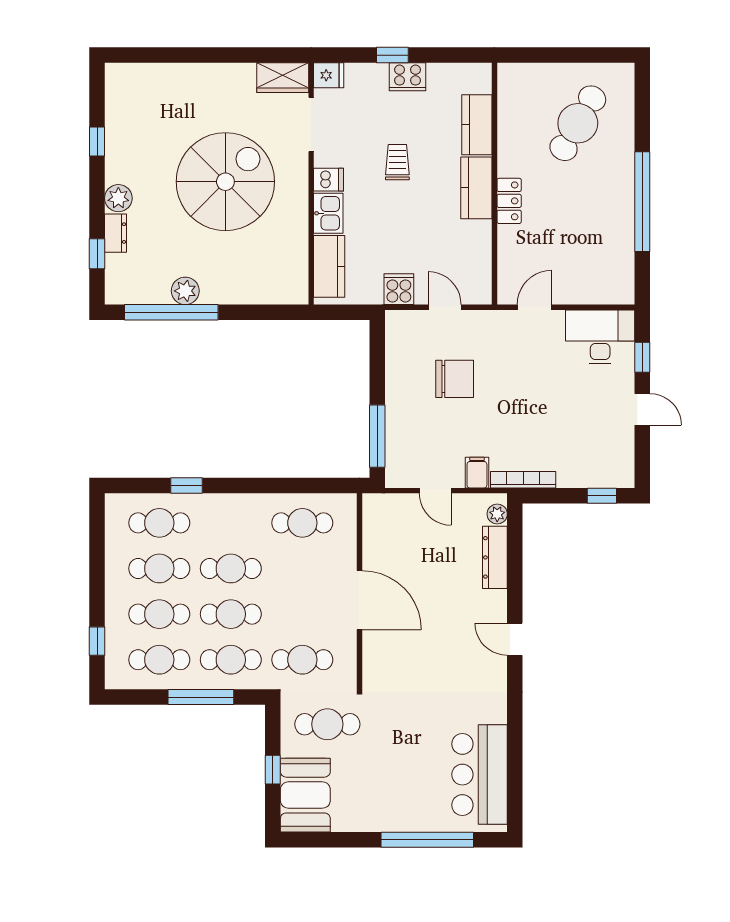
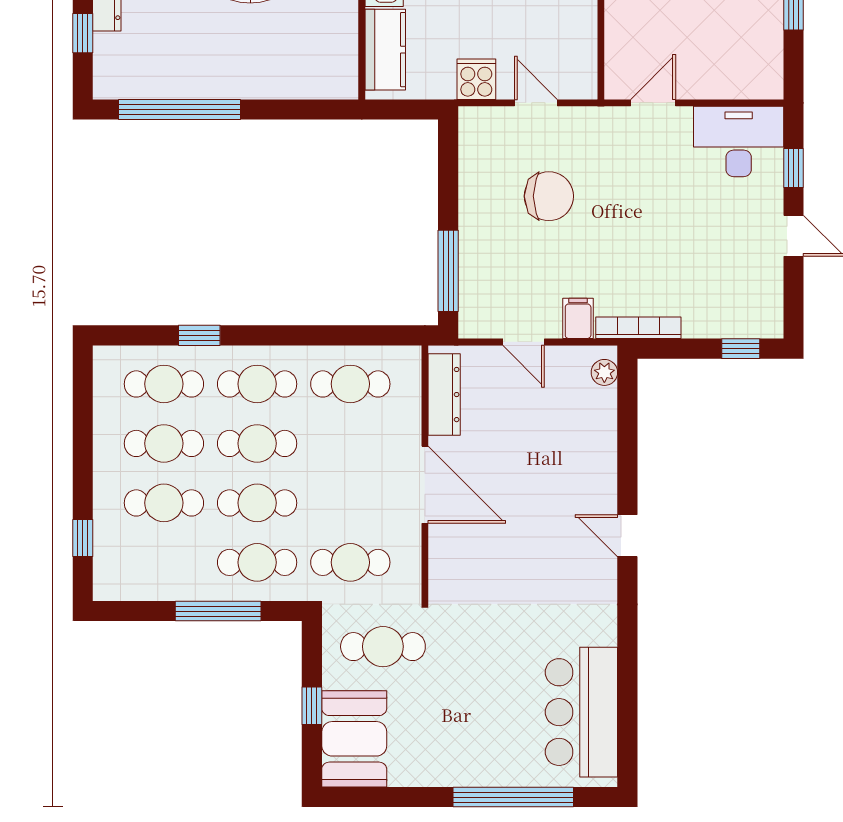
plant: (185, 291) -> (198, 82), removed
dresser: (495, 557) -> (444, 395), moved, turned 180
cafe table: (159, 660) -> (257, 384), moved

